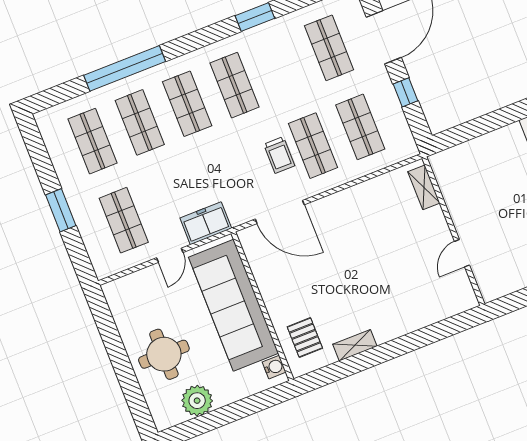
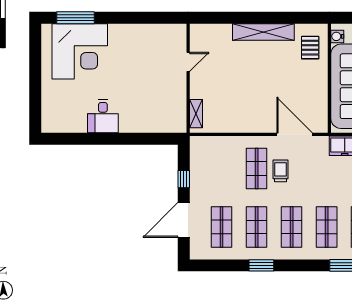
shop shelf: (360, 127) -> (257, 227), moved
shelving: (355, 345) -> (263, 32), width x2.20, depth x1.33

